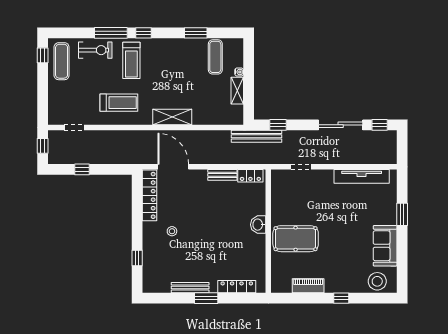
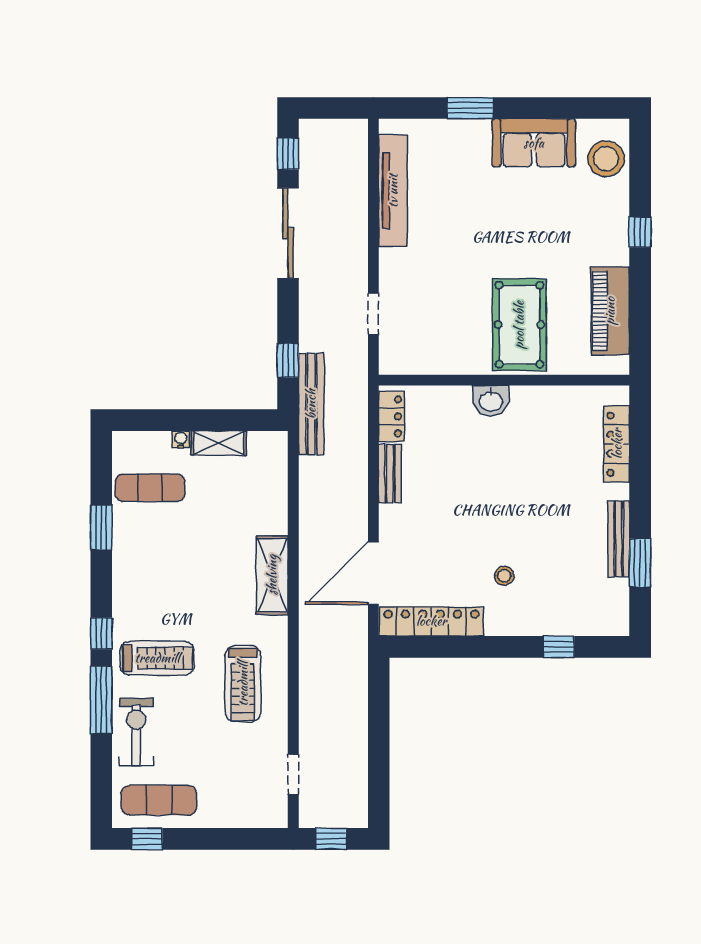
treadmill: (119, 103) -> (243, 684), turned 180
window: (82, 169) -> (379, 759), removed
piano: (308, 286) -> (610, 311), width x1.37, depth x1.33
window: (206, 298) -> (640, 563), moved

